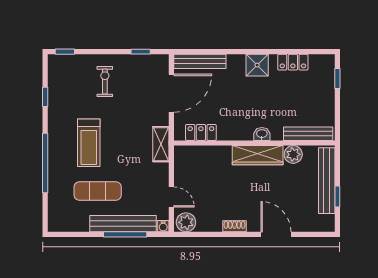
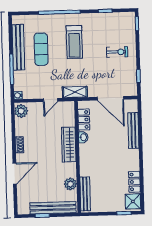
bench: (200, 61) -> (133, 131), moved
shower: (257, 65) -> (133, 201), moved
washbasin: (262, 134) -> (83, 137), moved
treadmill: (89, 143) -> (74, 42), turned -90
wardrobe: (258, 155) -> (69, 145), moved
door: (171, 197) -> (50, 100), moved
bench: (123, 224) -> (18, 47), moved

